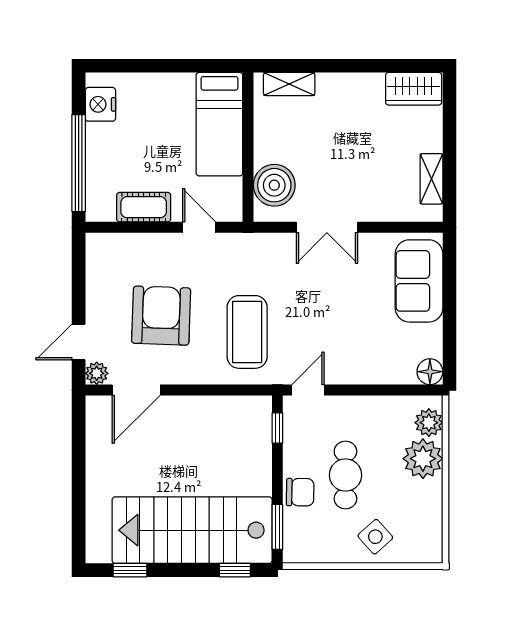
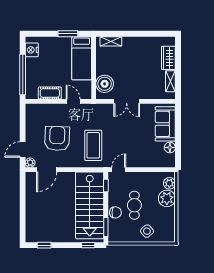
window: (187, 66) -> (68, 34), added
wardrobe: (414, 89) -> (168, 58), moved, turned 90
floor lamp: (430, 372) -> (170, 147), moved
stairs: (192, 530) -> (90, 205), moved, turned -90

